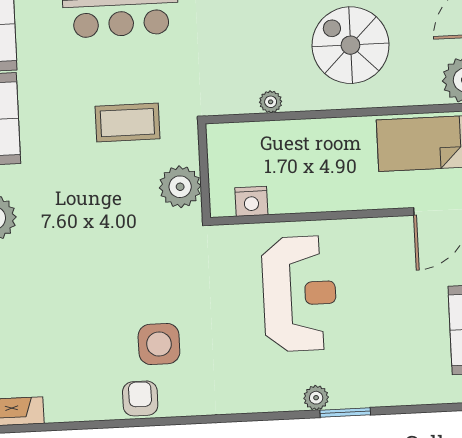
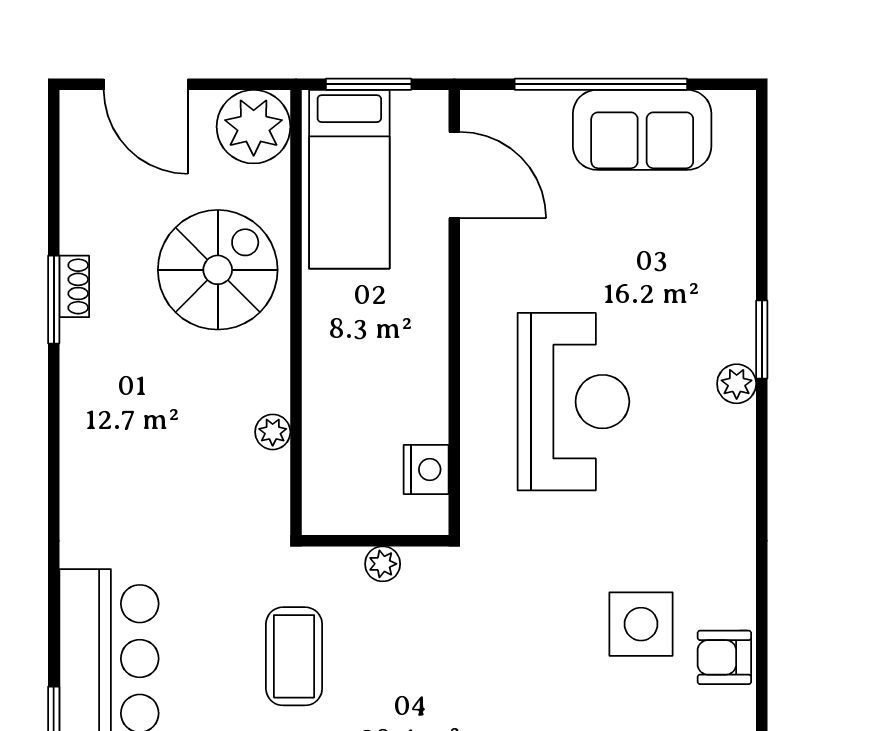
spiral stairs: (350, 45) -> (218, 270), moved, turned 180
plant: (180, 187) -> (383, 564), width x0.53, depth x0.53
reception desk: (300, 294) -> (573, 402), turned 90

